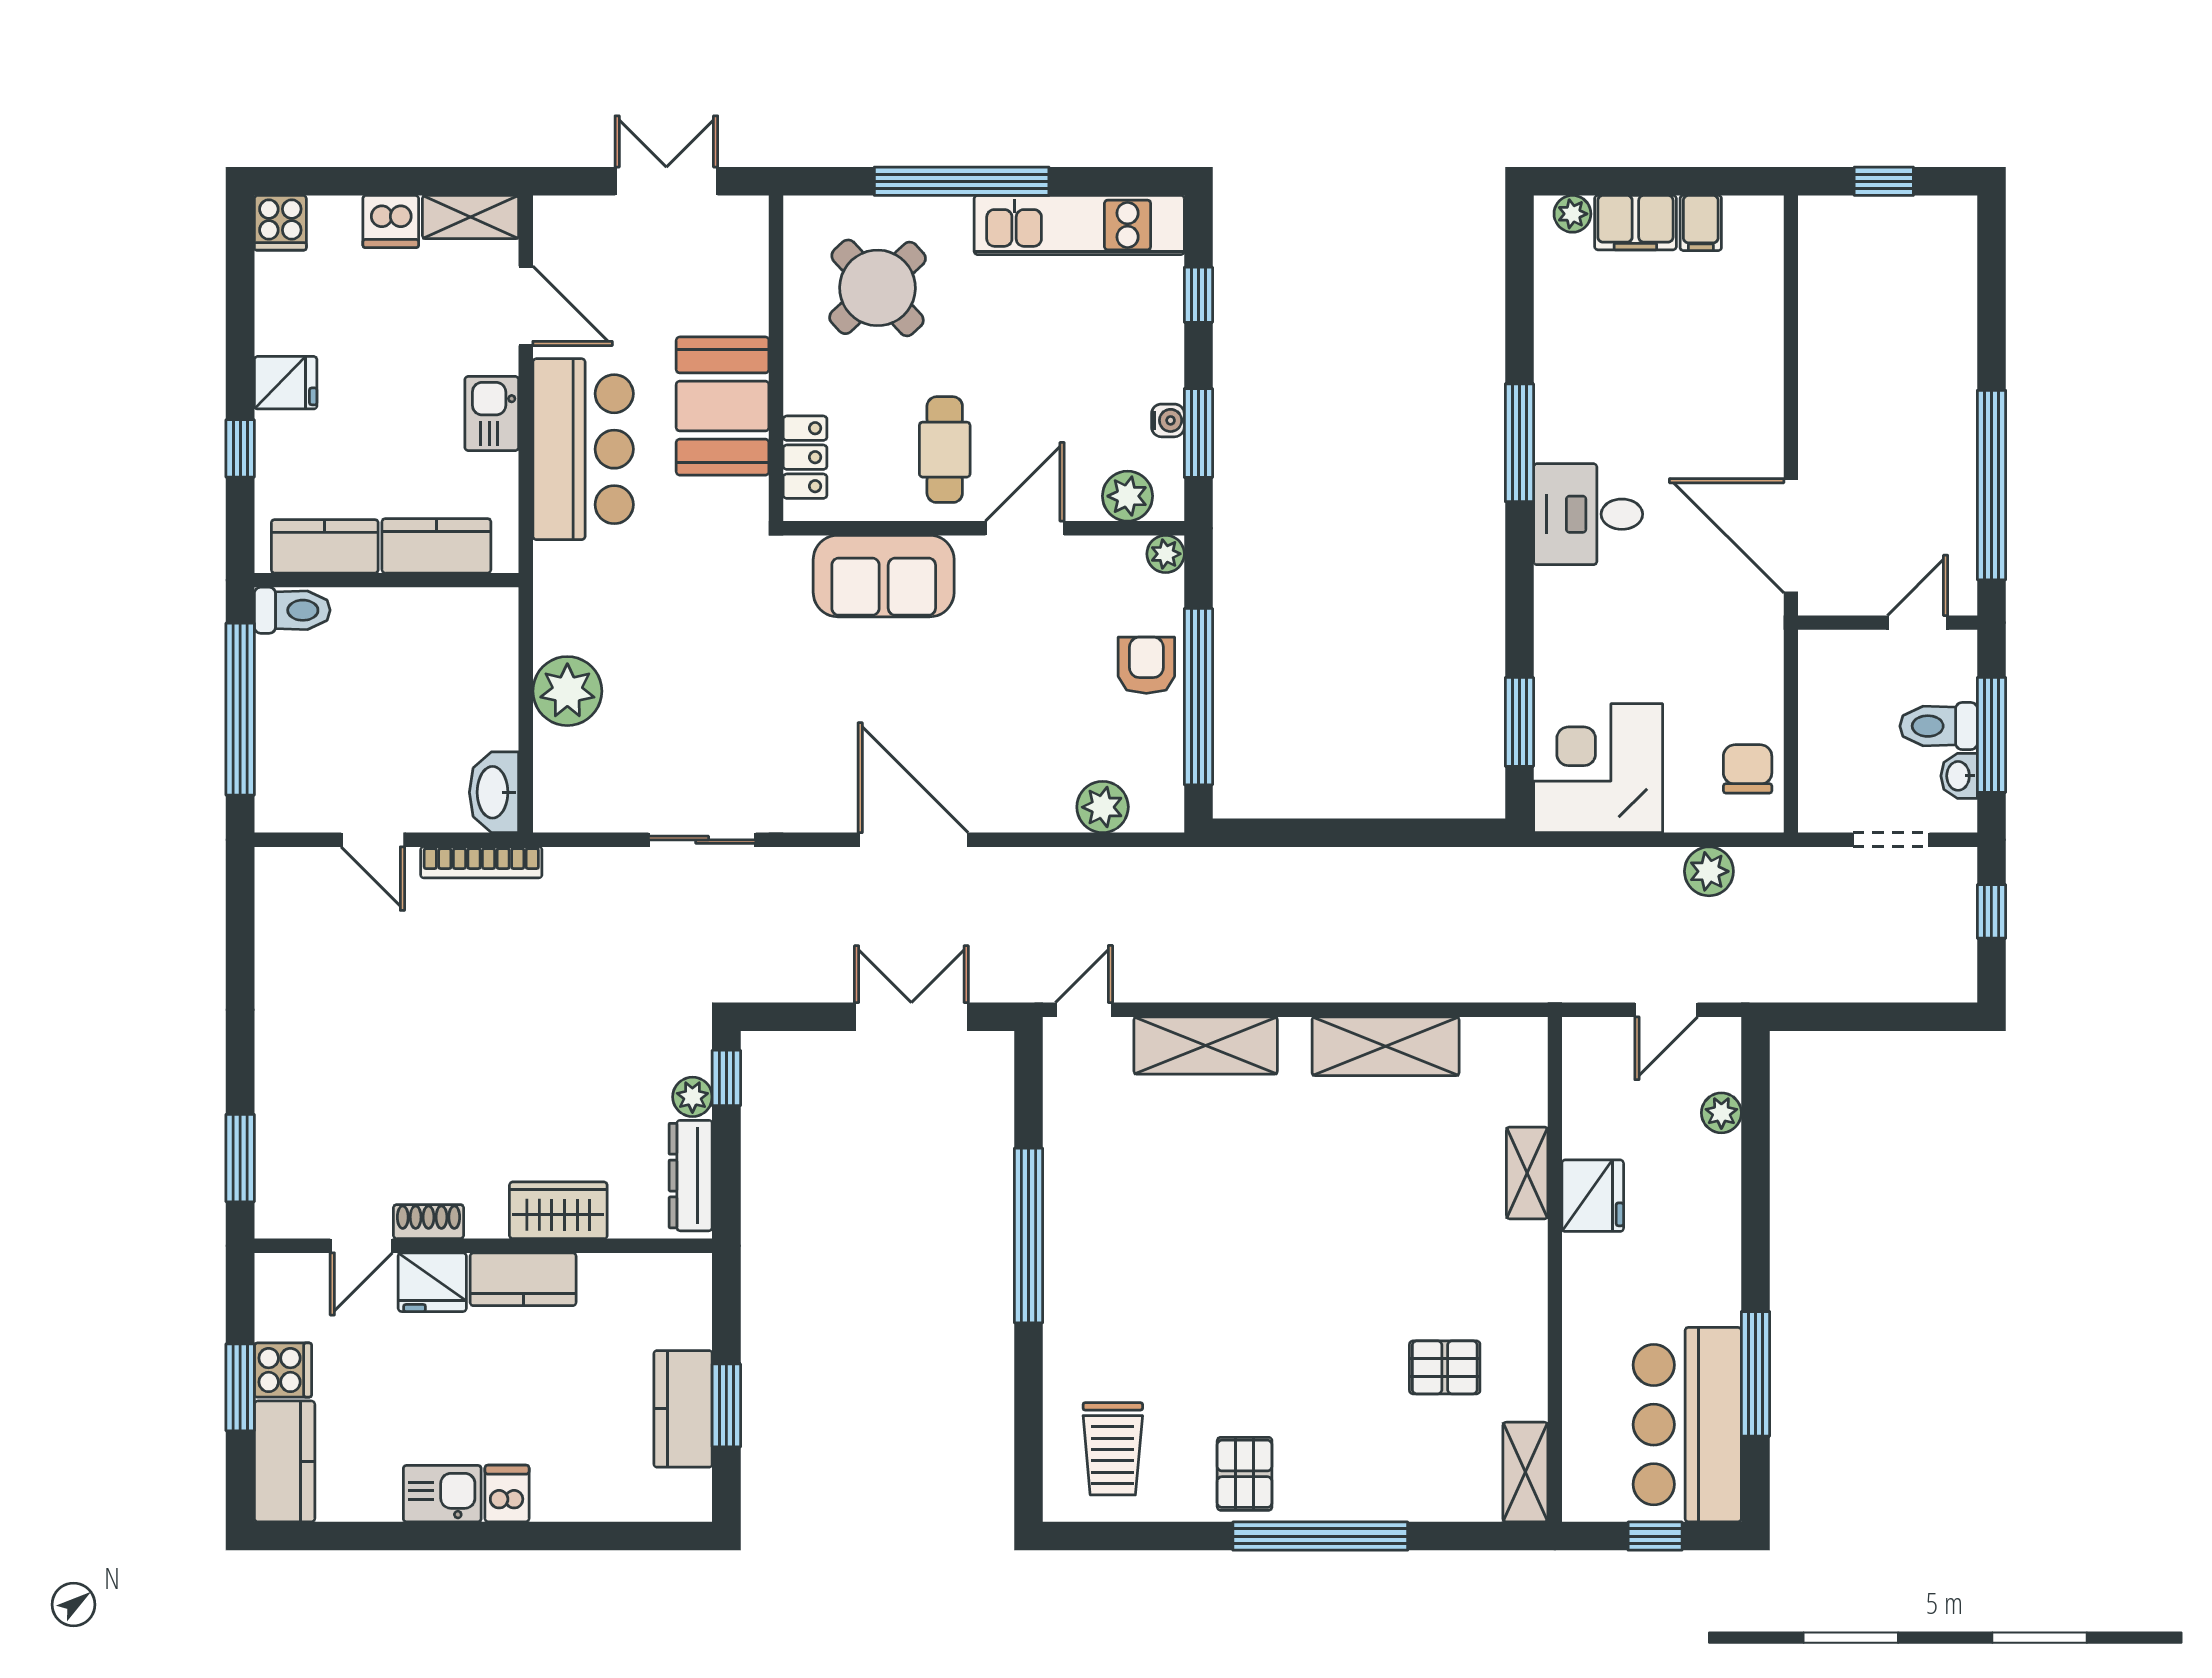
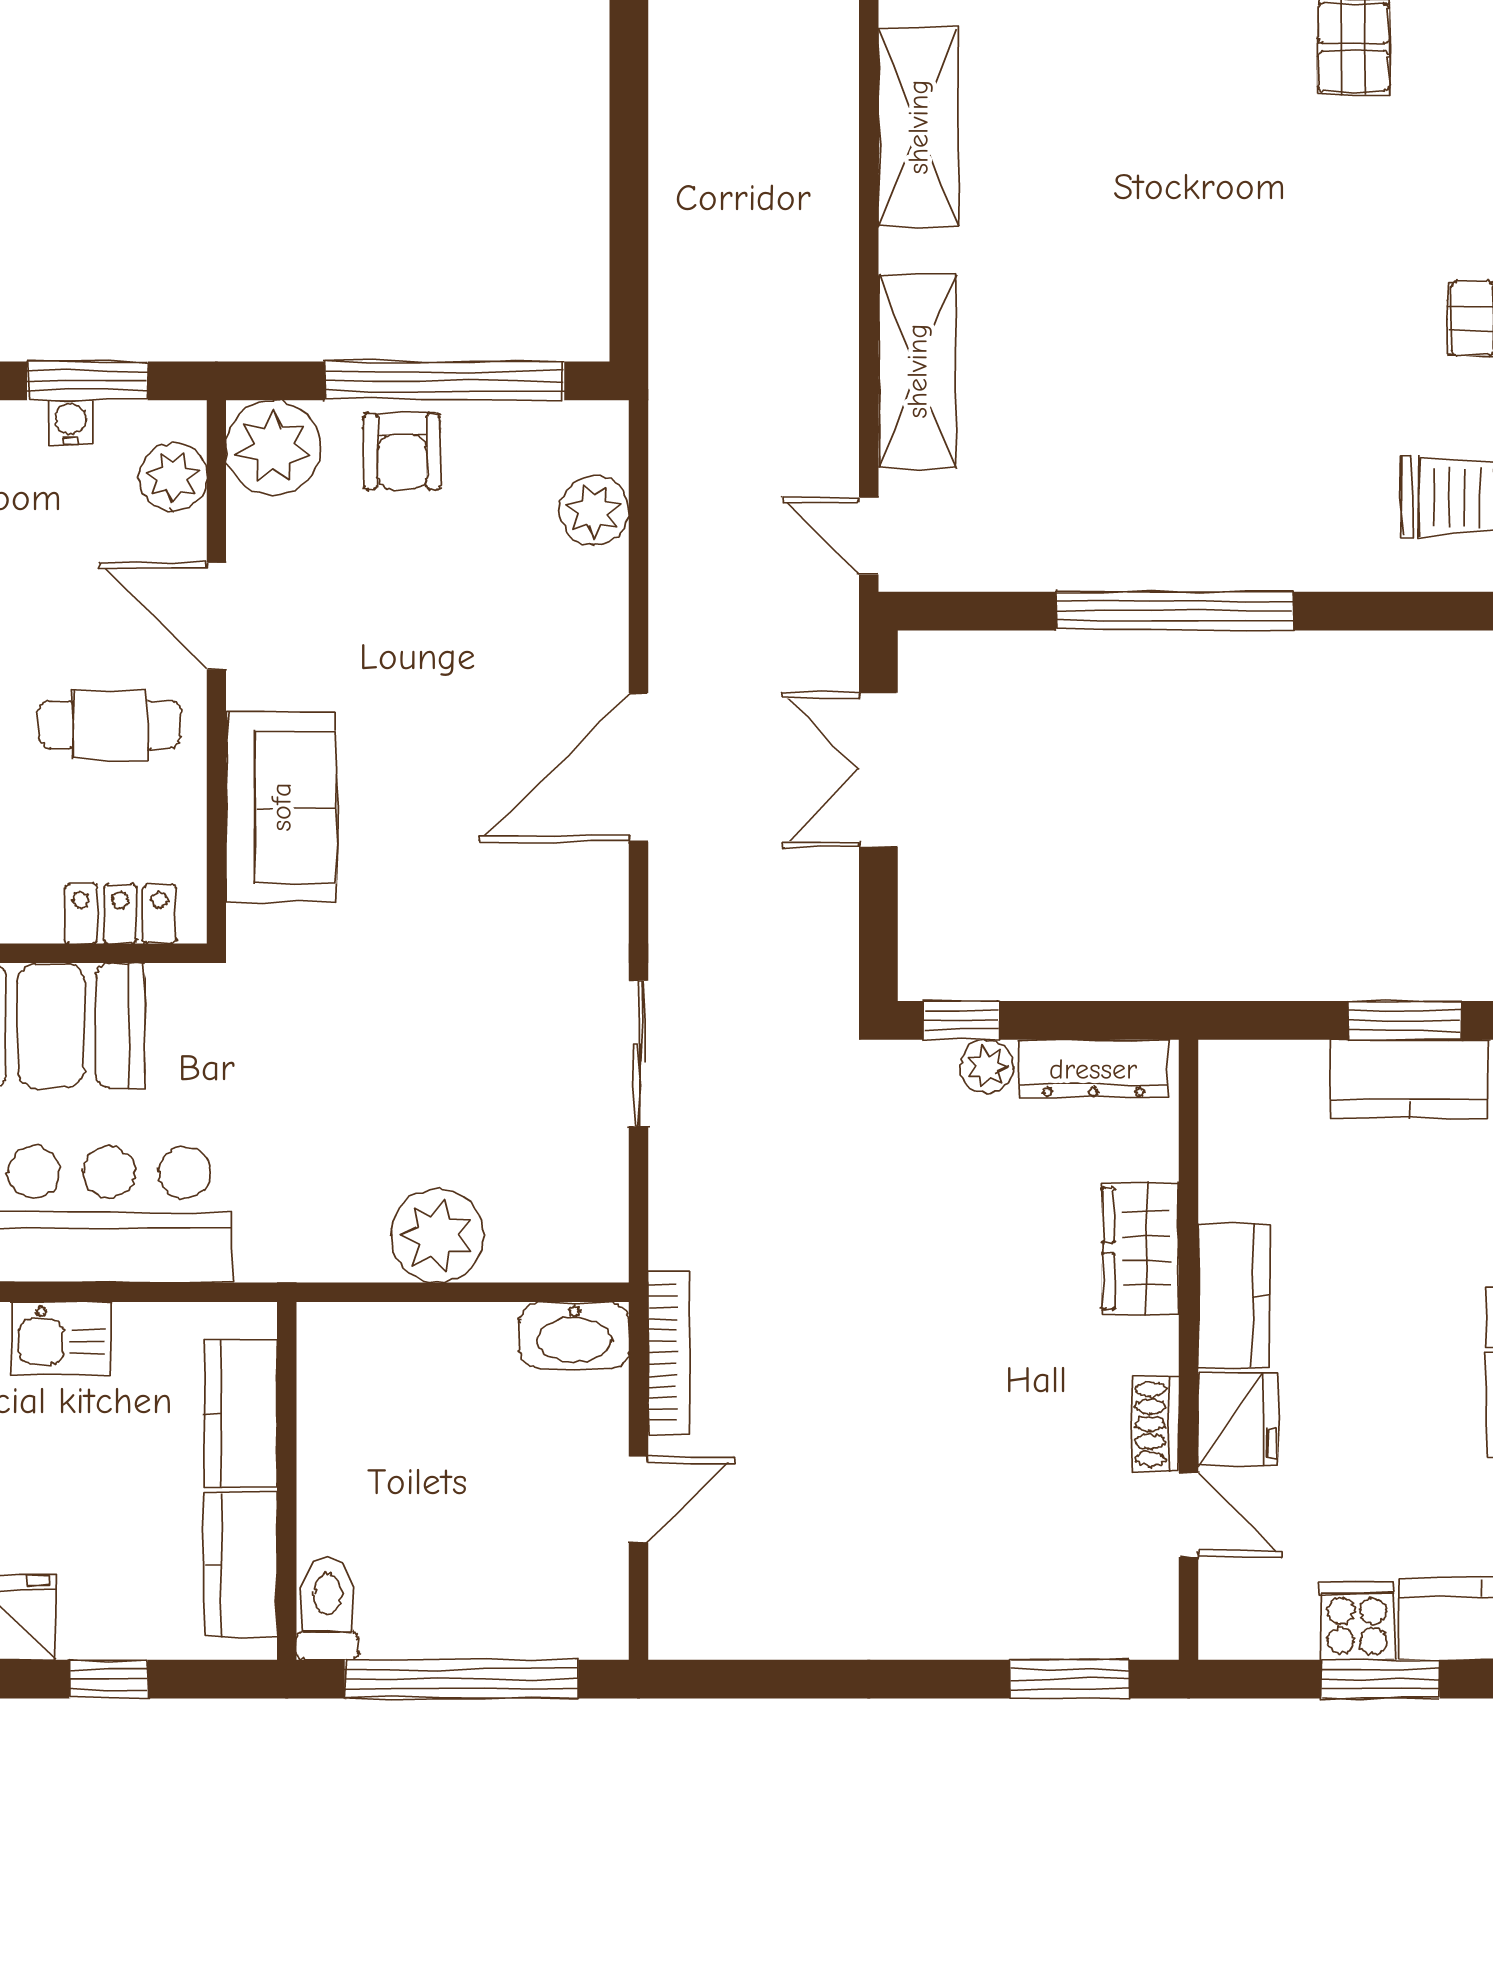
plant: (1166, 554) -> (273, 447), width x1.88, depth x1.88
armchair: (1146, 665) -> (402, 451), turned -90

